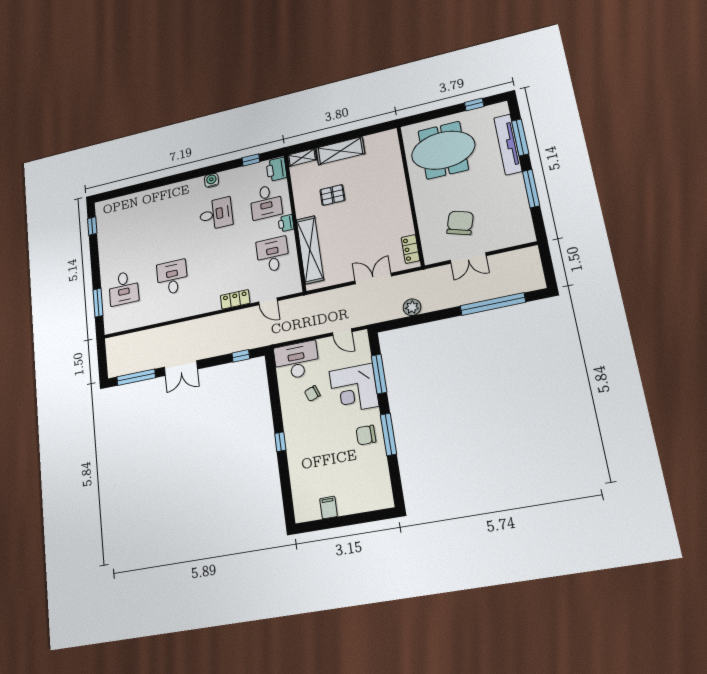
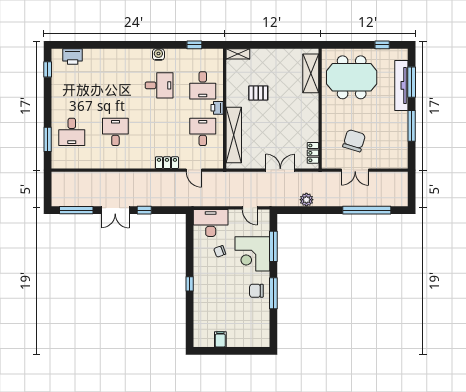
shelving: (340, 151) -> (311, 73), moved, turned 90
printer: (276, 169) -> (73, 56), moved, turned -90
window: (241, 356) -> (144, 210), moved

